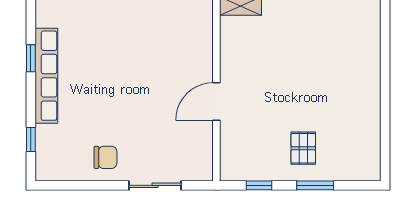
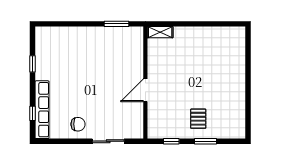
row of seats: (46, 76) -> (42, 110), moved

